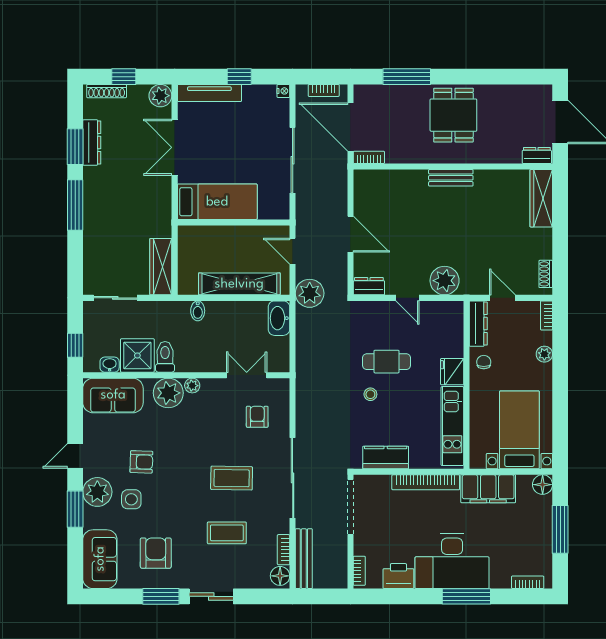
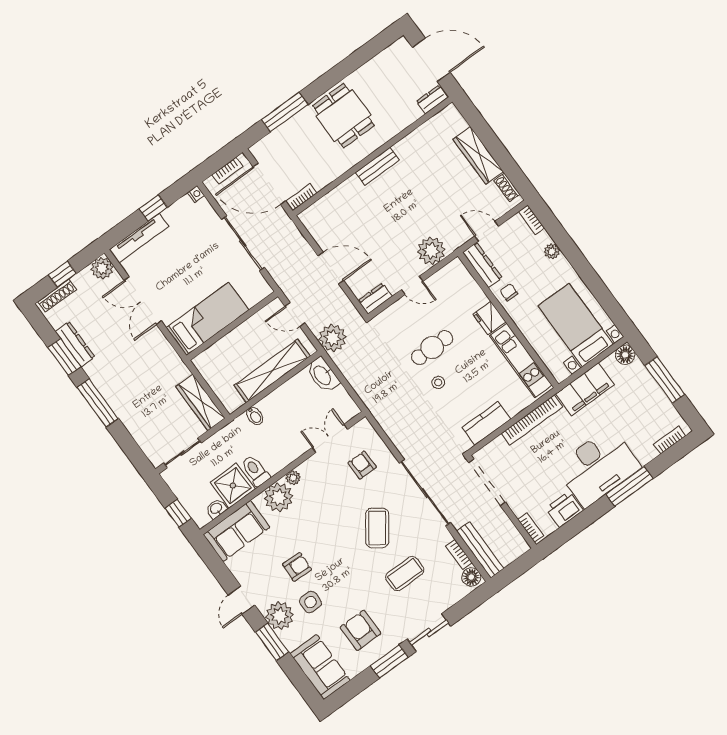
wardrobe: (541, 198) -> (478, 155), moved
coffee table: (232, 478) -> (377, 528), turned -55

